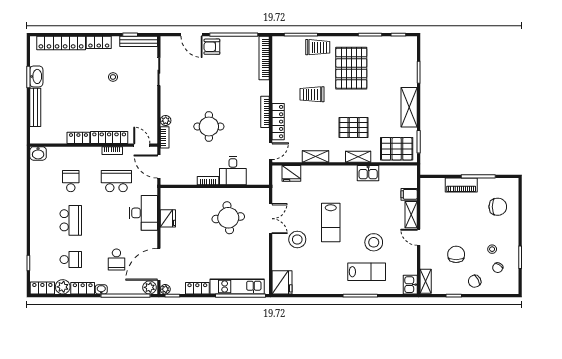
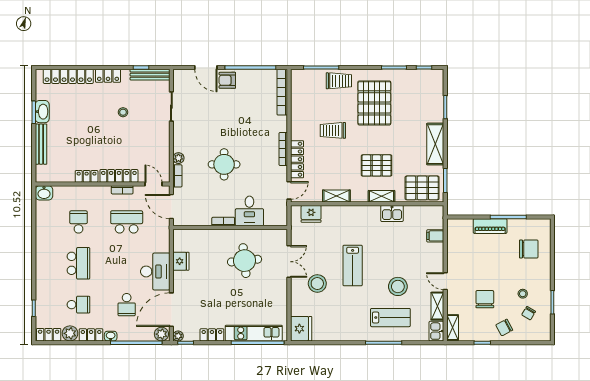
desk: (144, 213) -> (155, 271), moved
shelving: (411, 215) -> (437, 306), moved

